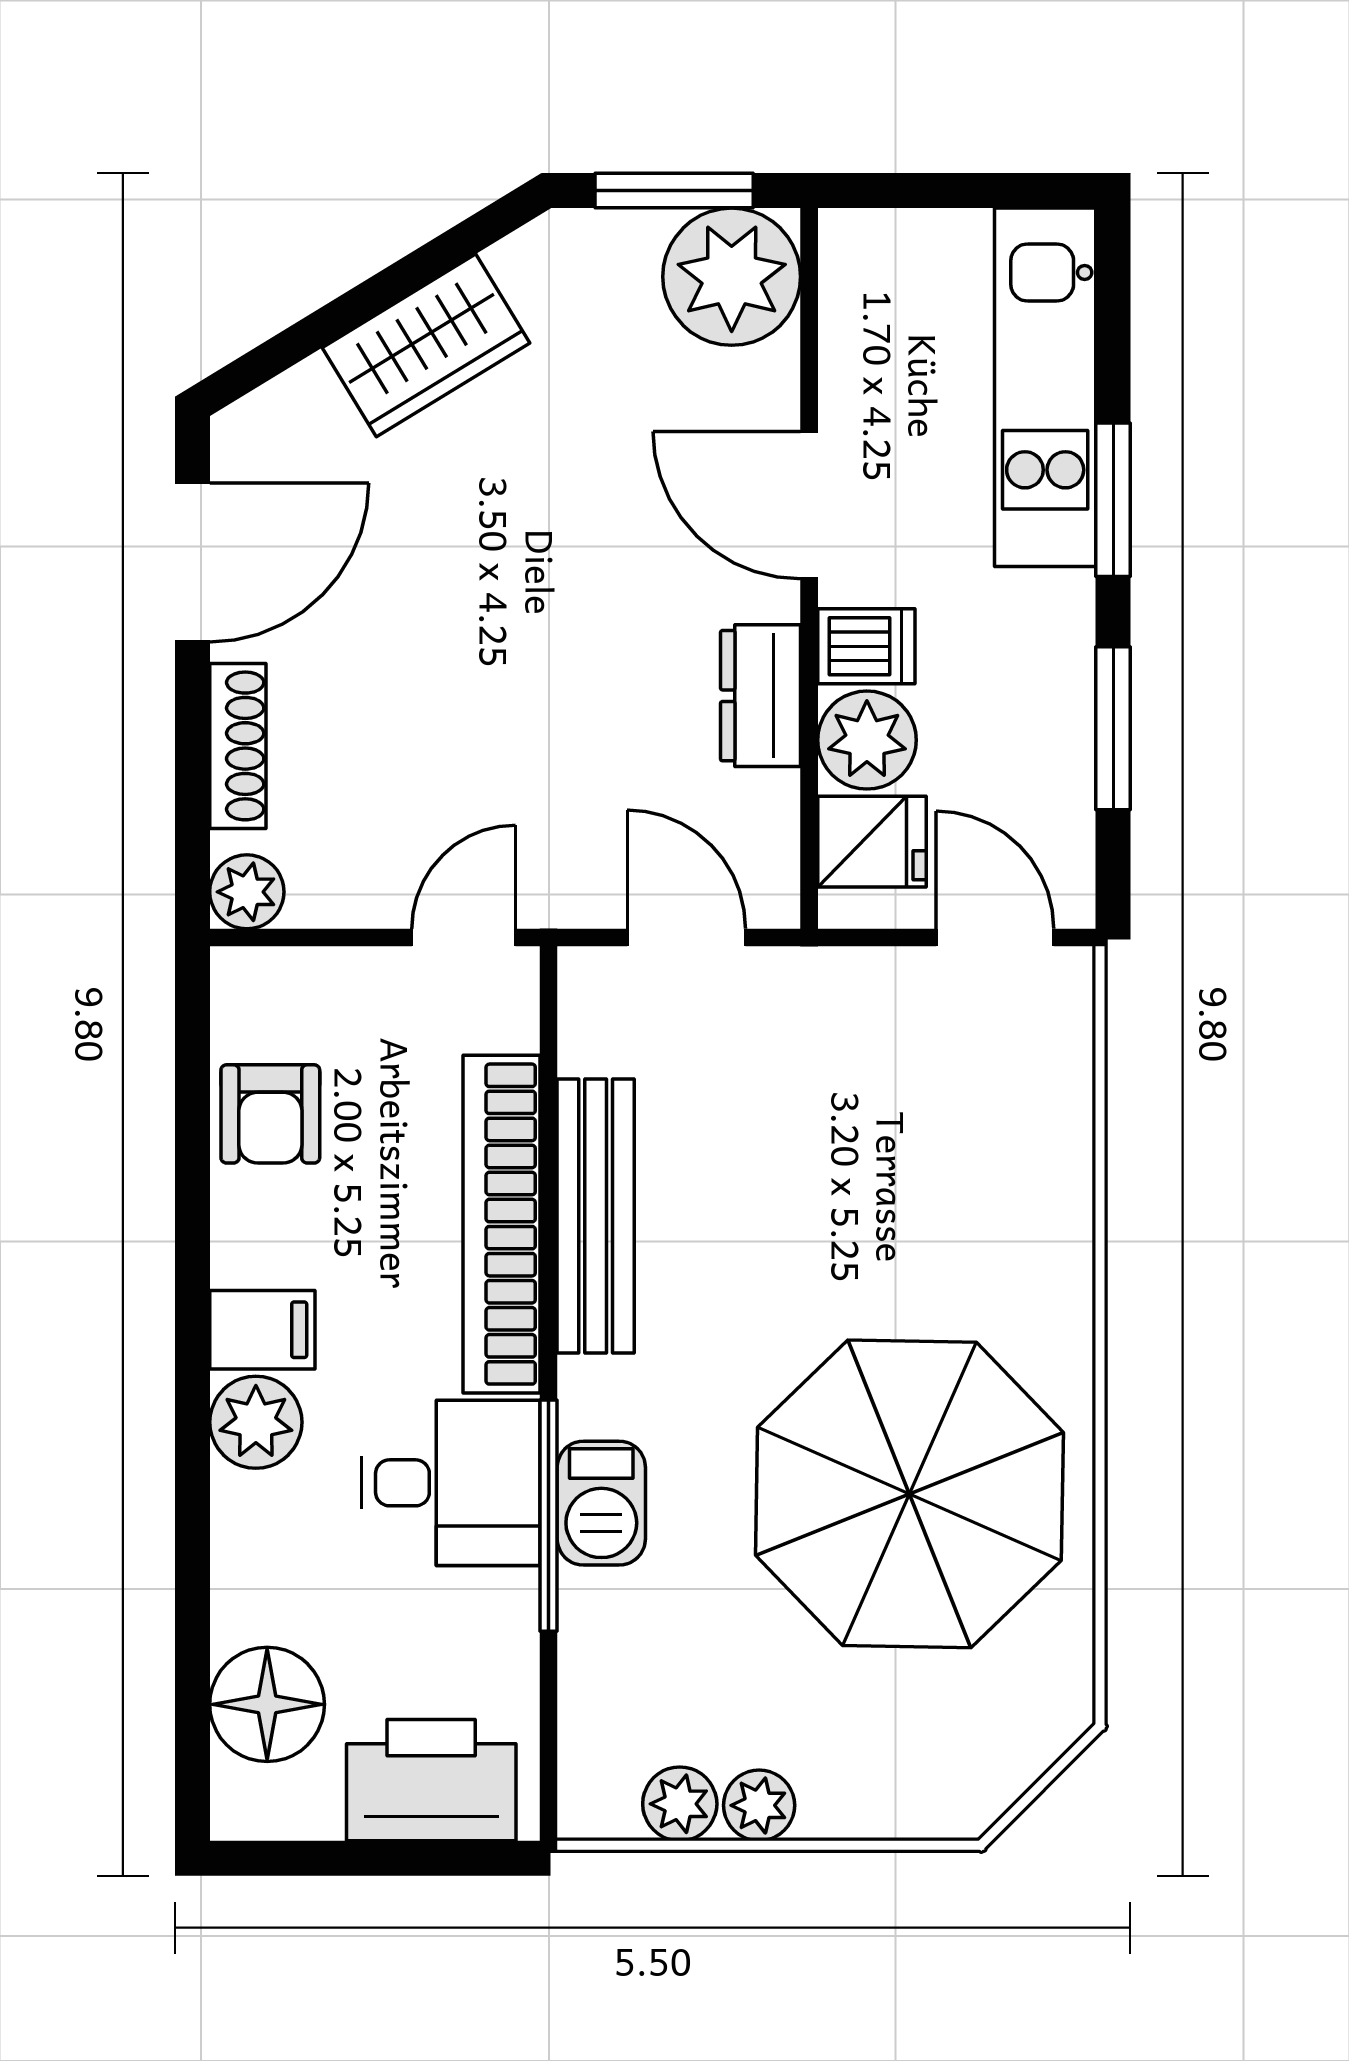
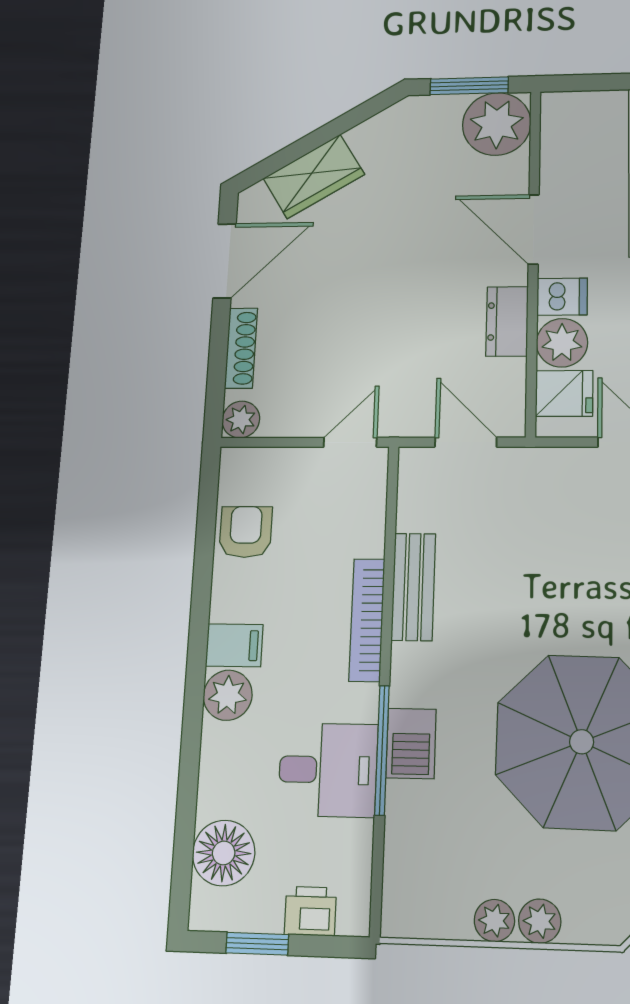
wardrobe: (426, 345) -> (314, 176), moved
armchair: (270, 1114) -> (246, 532), turned 180
bench: (596, 1216) -> (413, 587), width x0.73
bookcase: (501, 1224) -> (367, 620), width x0.68, depth x0.76
desk: (451, 1483) -> (328, 770), moved
printer: (431, 1780) -> (310, 911), width x0.53, depth x0.68
plant: (680, 1804) -> (540, 921), moved
window: (338, 1858) -> (257, 944), added

